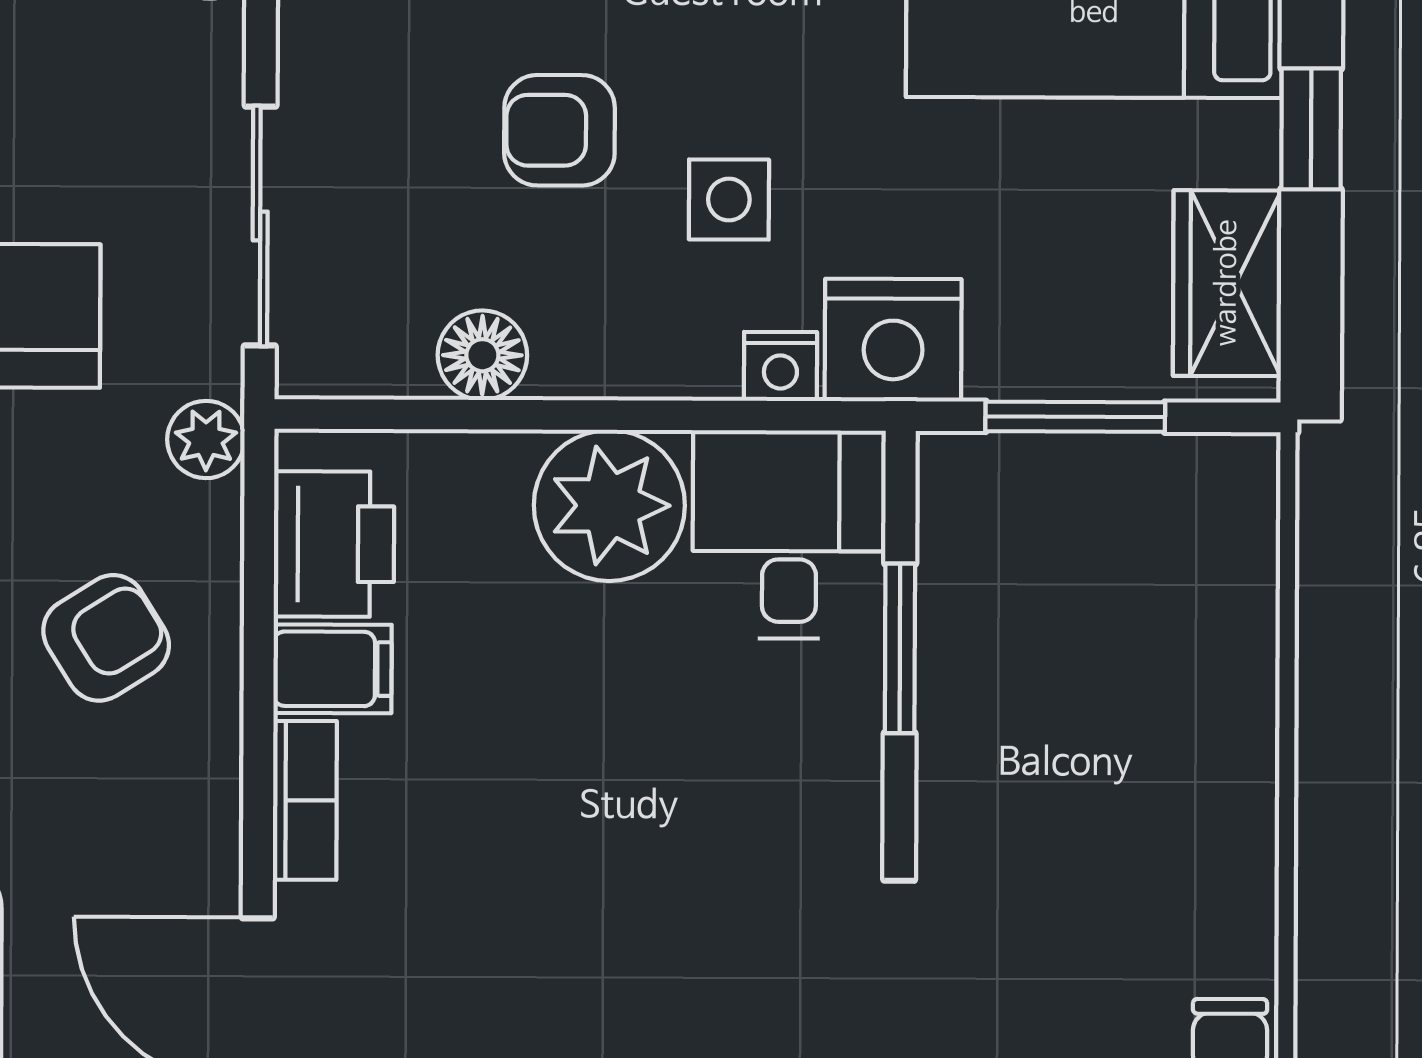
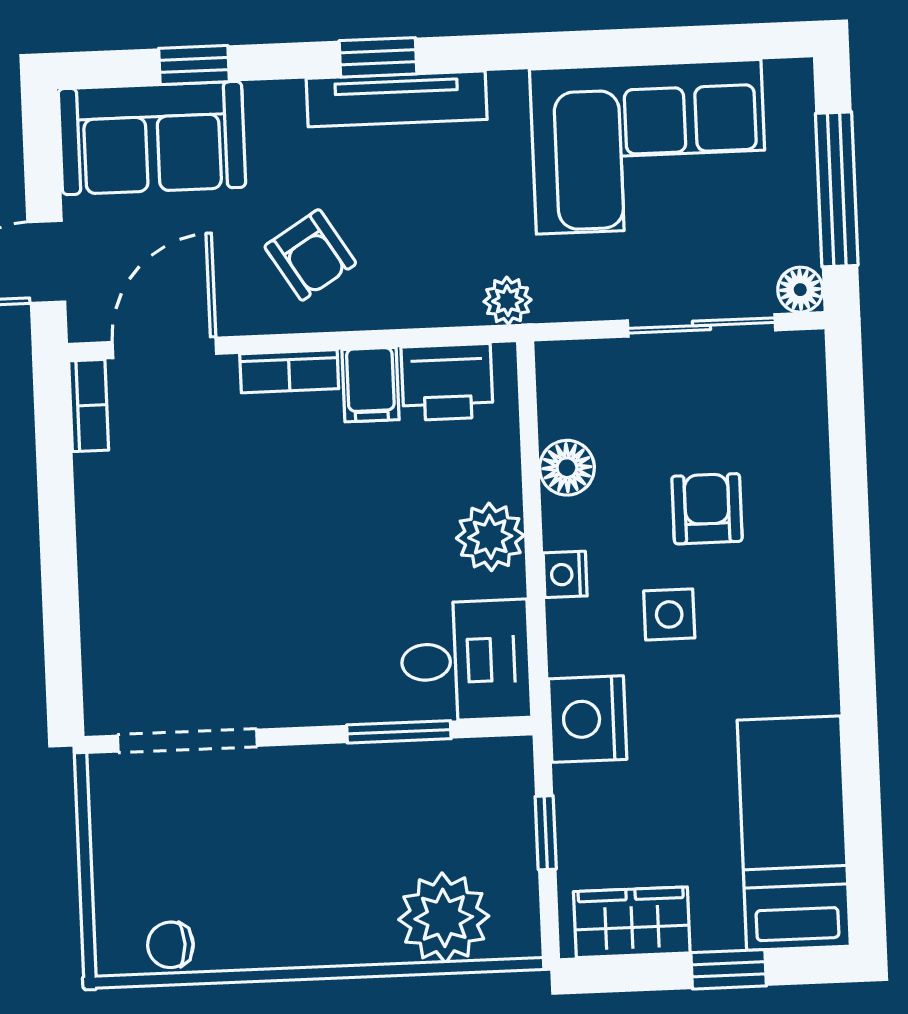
sliding door: (260, 226) -> (702, 325), moved
nightstand: (780, 366) -> (565, 574), moved
window: (1075, 417) -> (546, 833), width x0.67
plant: (609, 506) -> (490, 537), width x0.73, depth x0.73
plant: (1206, 589) -> (444, 918), added
armchair: (106, 638) -> (310, 255), moved

